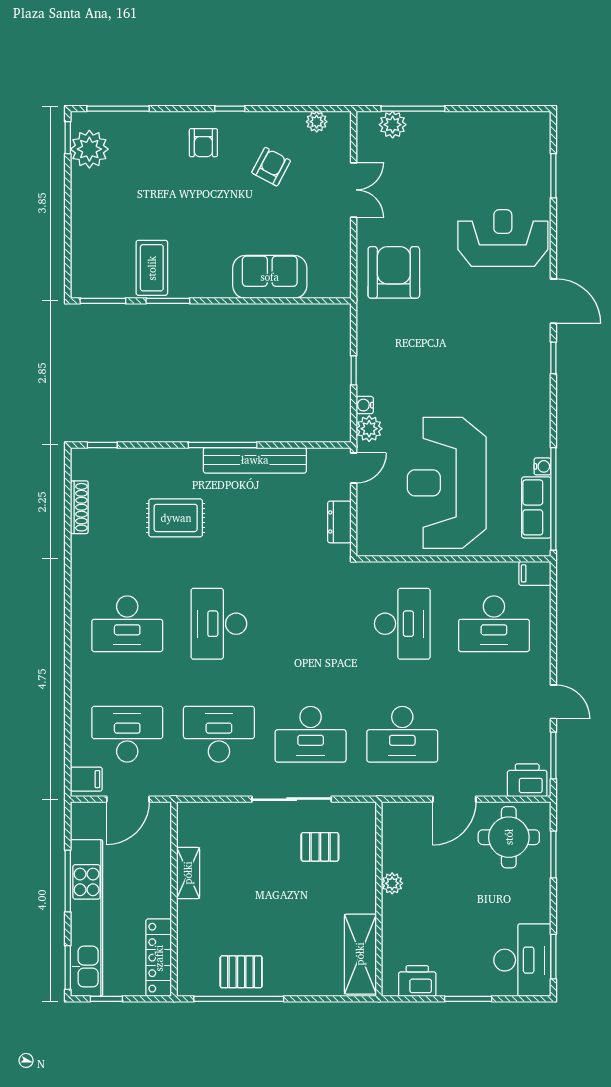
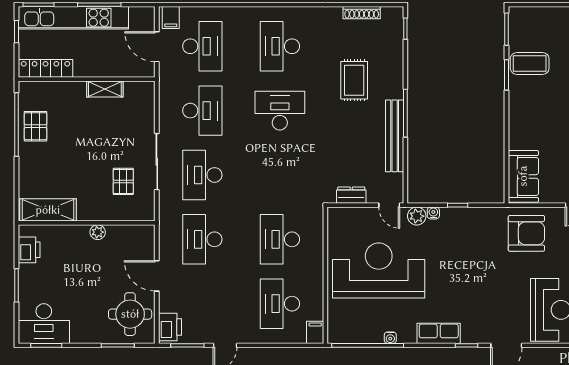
sofa: (270, 277) -> (523, 176), moved
row of seats: (536, 507) -> (439, 333), moved
desk: (402, 624) -> (280, 239), turned 90

